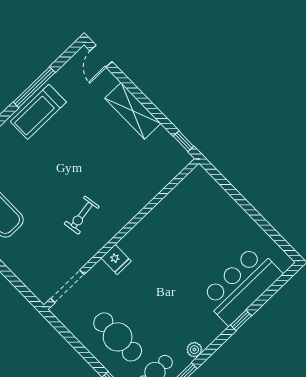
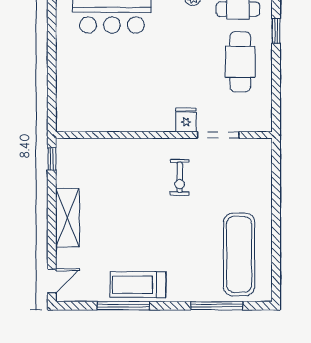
treadmill: (38, 112) -> (138, 285), turned 180
exercise bike: (82, 215) -> (180, 177), turned 99
doorway: (67, 286) -> (218, 135), moved

